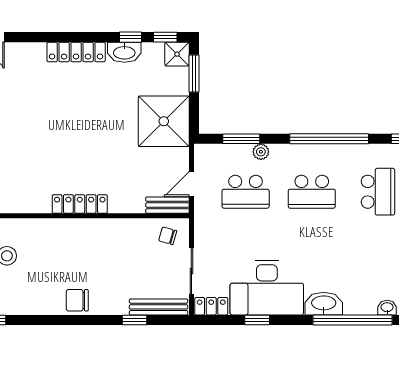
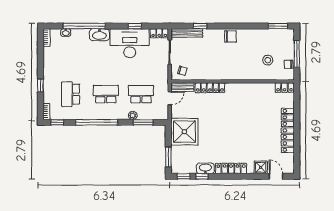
shower: (177, 54) -> (261, 167), moved
locker: (80, 204) -> (210, 88), moved

